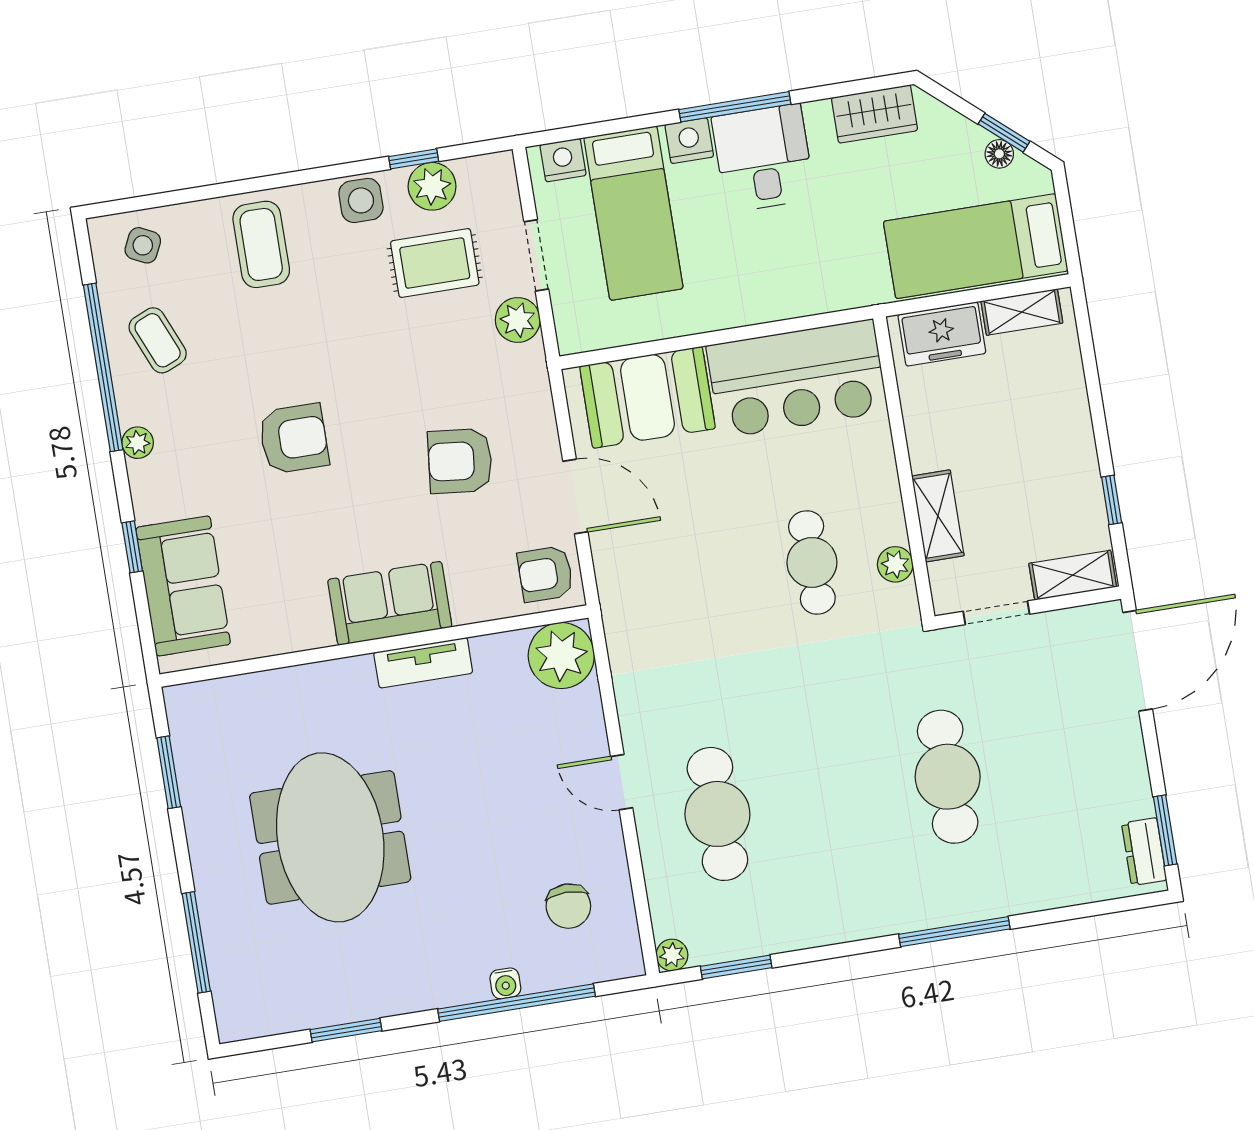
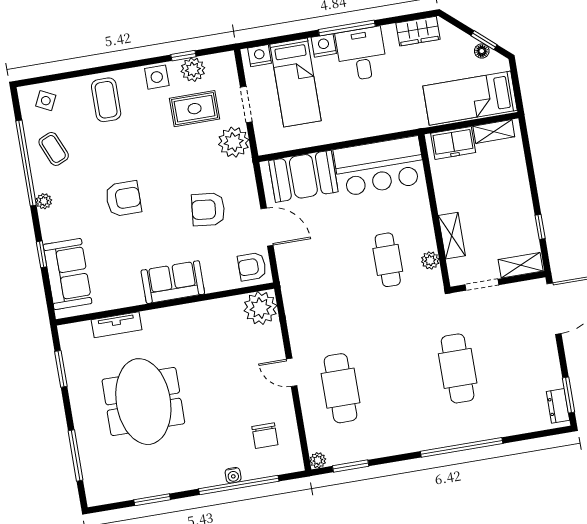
plant: (518, 320) -> (234, 142), width x1.36, depth x1.36
tv unit: (423, 663) -> (117, 325), moved
window: (954, 932) -> (462, 447), width x1.46

